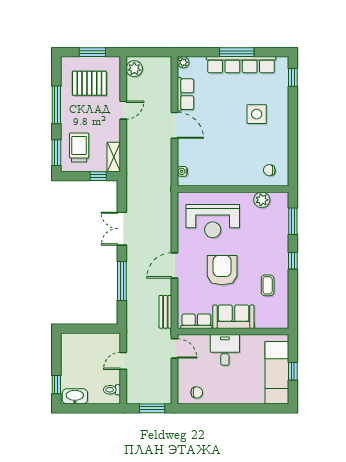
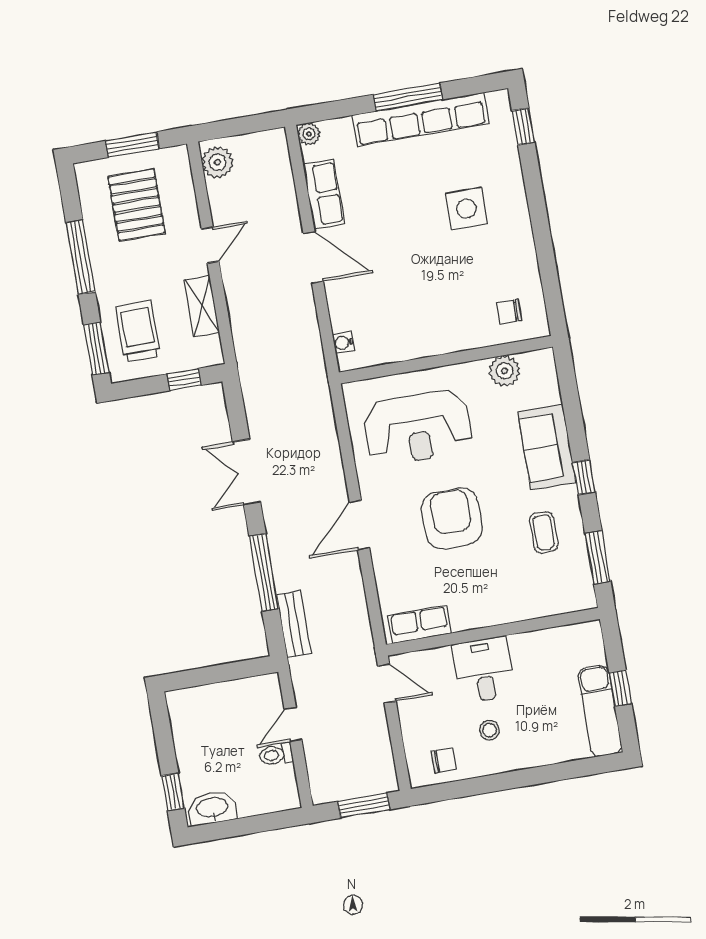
pallet: (89, 83) -> (136, 205), turned 90
shelving: (114, 157) -> (202, 306), moved
window: (293, 221) -> (598, 557), moved
bench: (165, 312) -> (294, 624), moved
sofa: (233, 317) -> (547, 447), moved, turned -90
exam couch: (277, 373) -> (600, 711), width x0.73, depth x0.69
stool: (223, 381) -> (490, 730), added
toilet: (112, 390) -> (276, 755), moved

